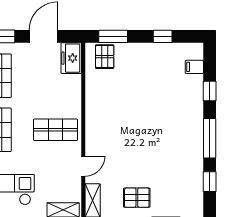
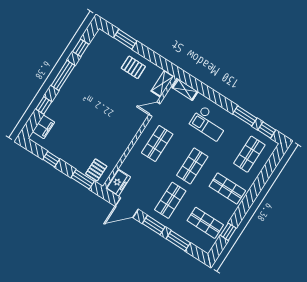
filing cabinet: (194, 67) -> (44, 127), width x2.00
shop shelf: (56, 130) -> (157, 143), turned 90

